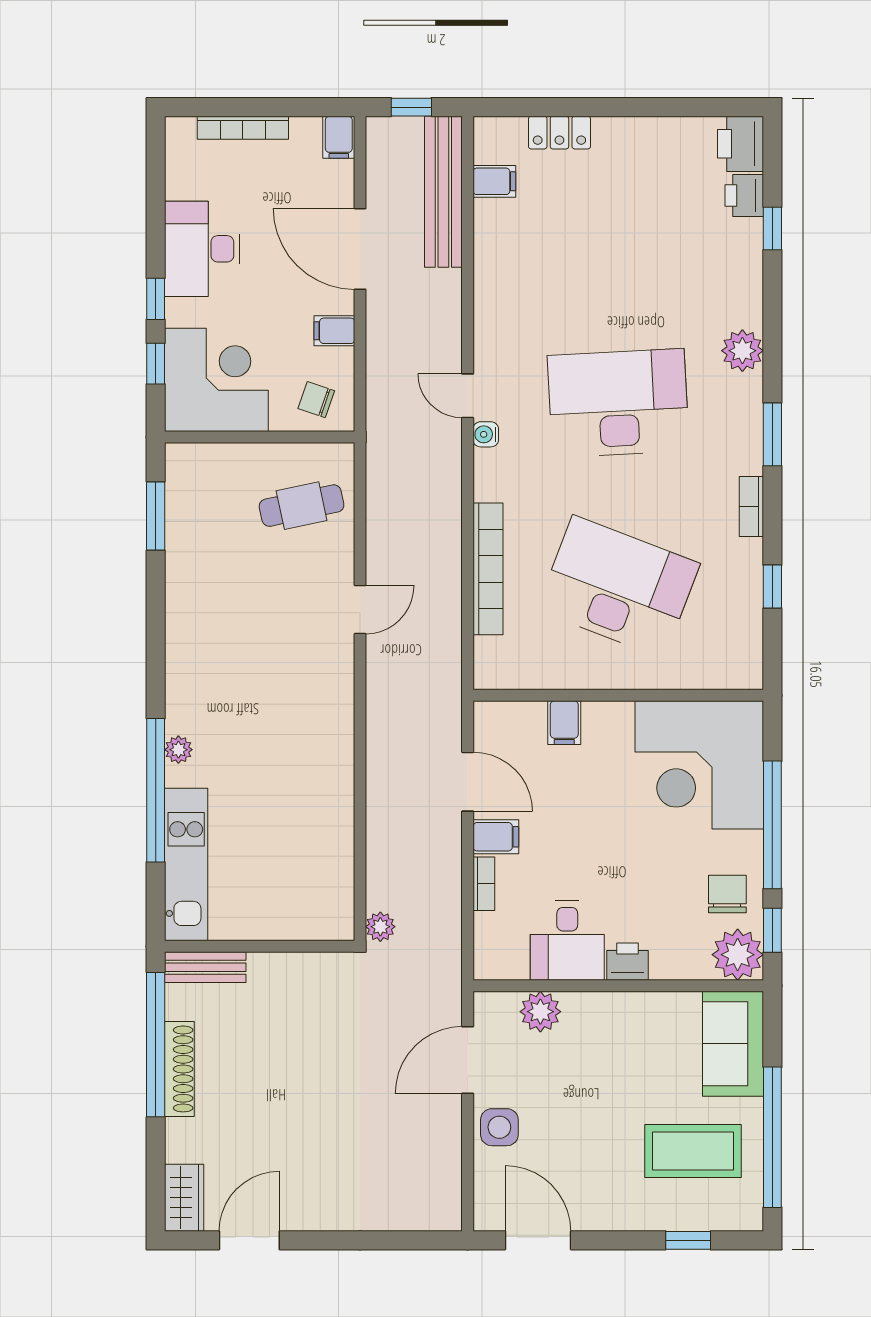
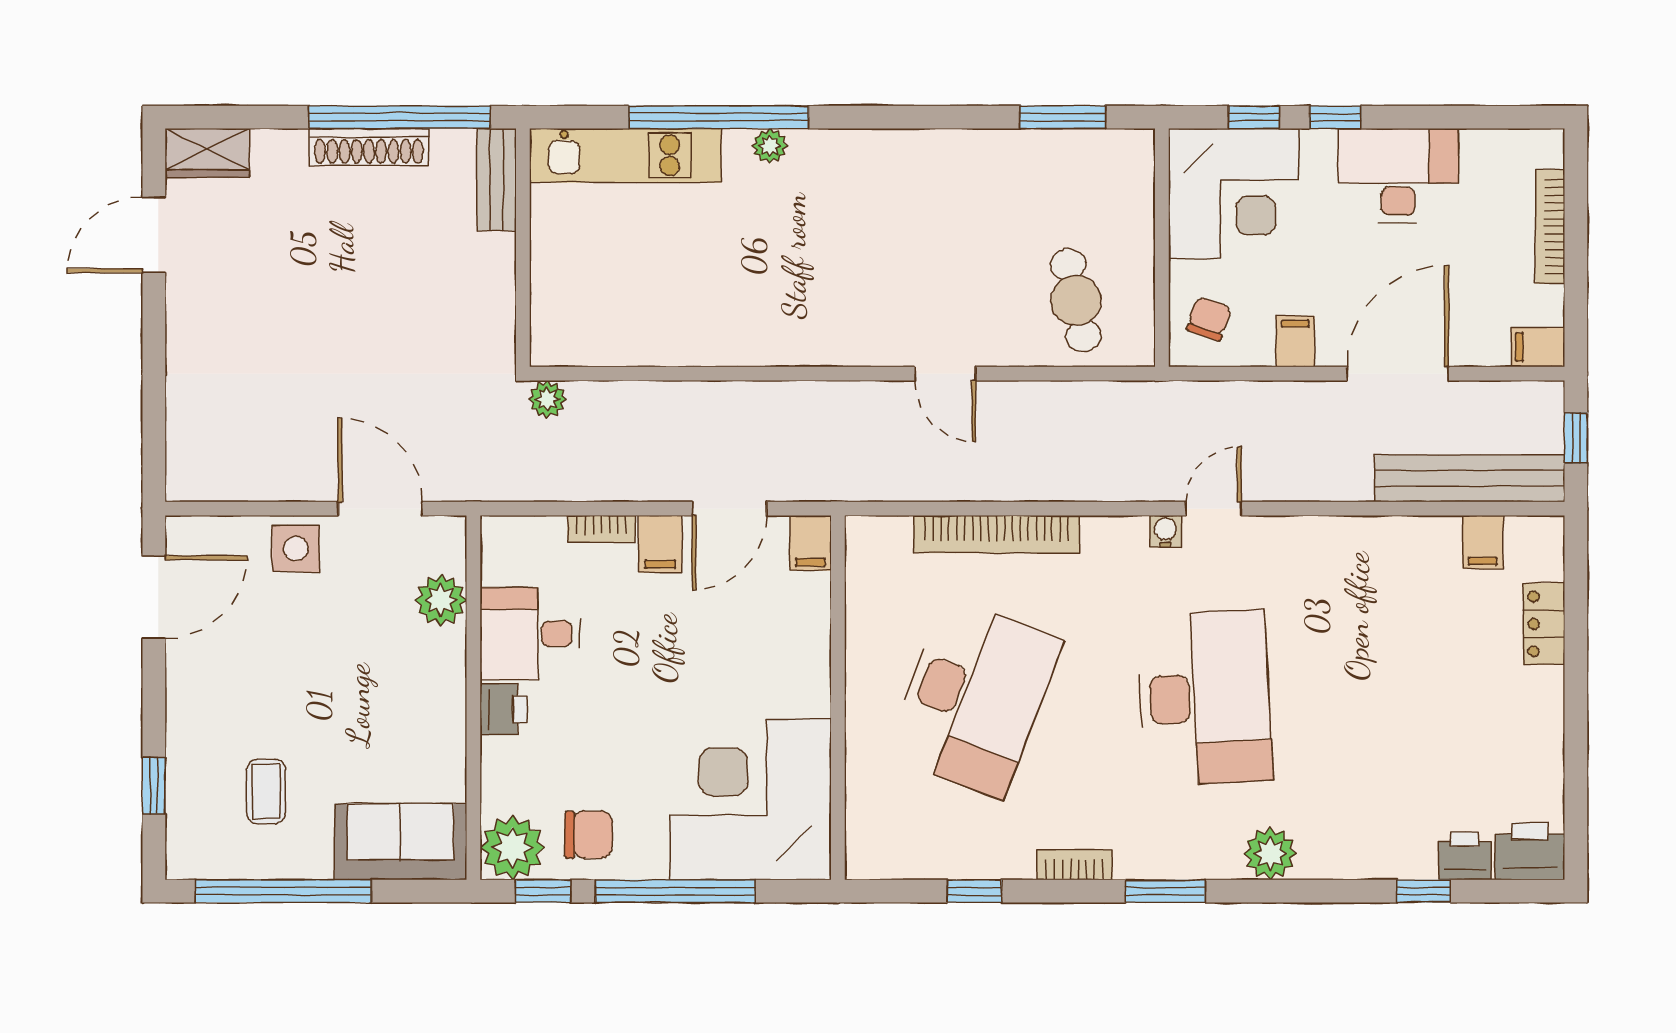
filing cabinet: (564, 723) -> (810, 543), moved, turned -90
coffee table: (693, 1151) -> (266, 791), width x0.54, depth x0.58
door: (249, 1240) -> (154, 235), swing flipped

